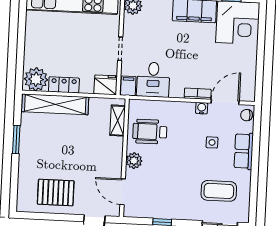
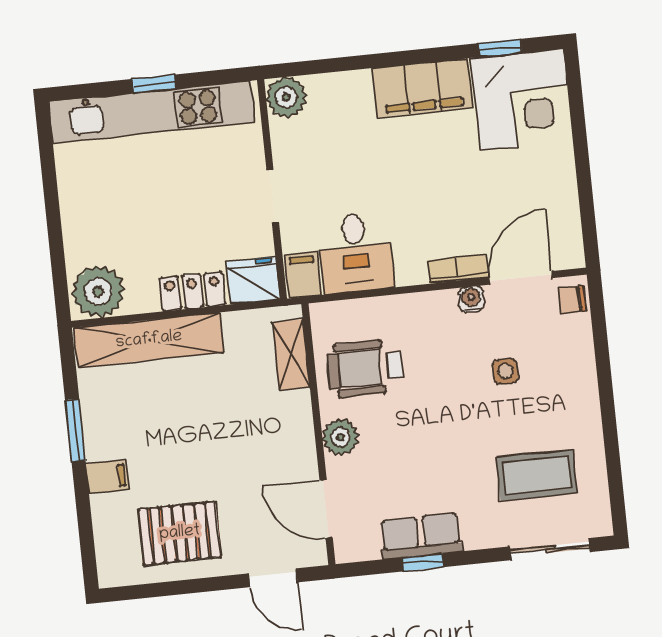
locker: (64, 85) -> (193, 291), moved
row of seats: (244, 151) -> (421, 536), moved, turned 90
filing cabinet: (27, 162) -> (107, 477), added

